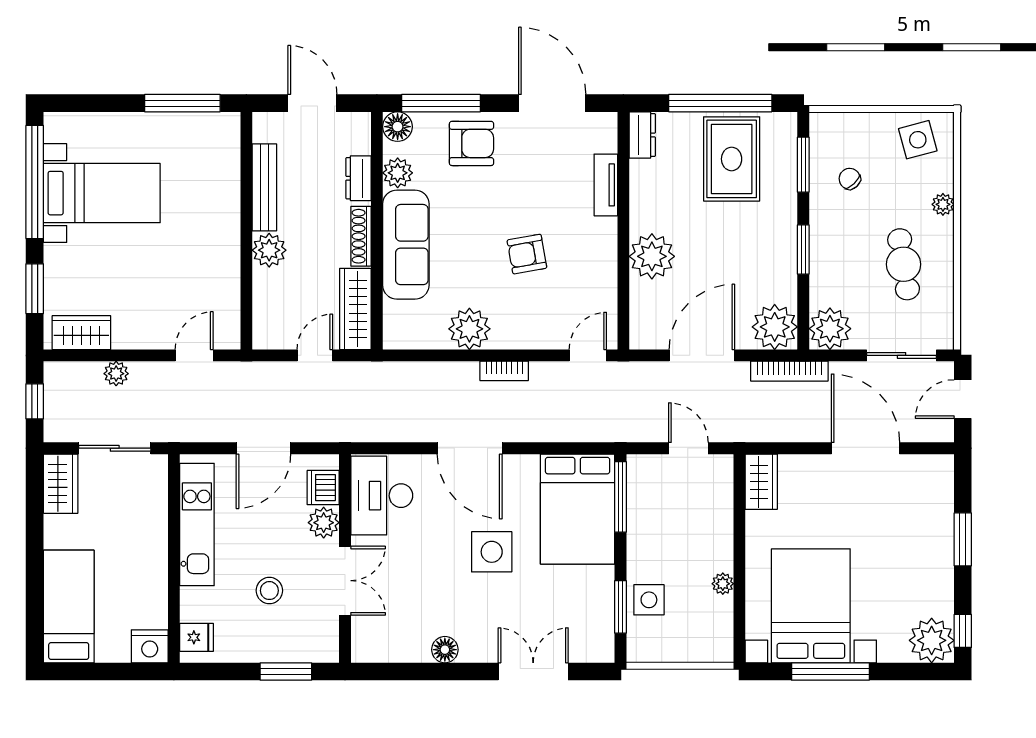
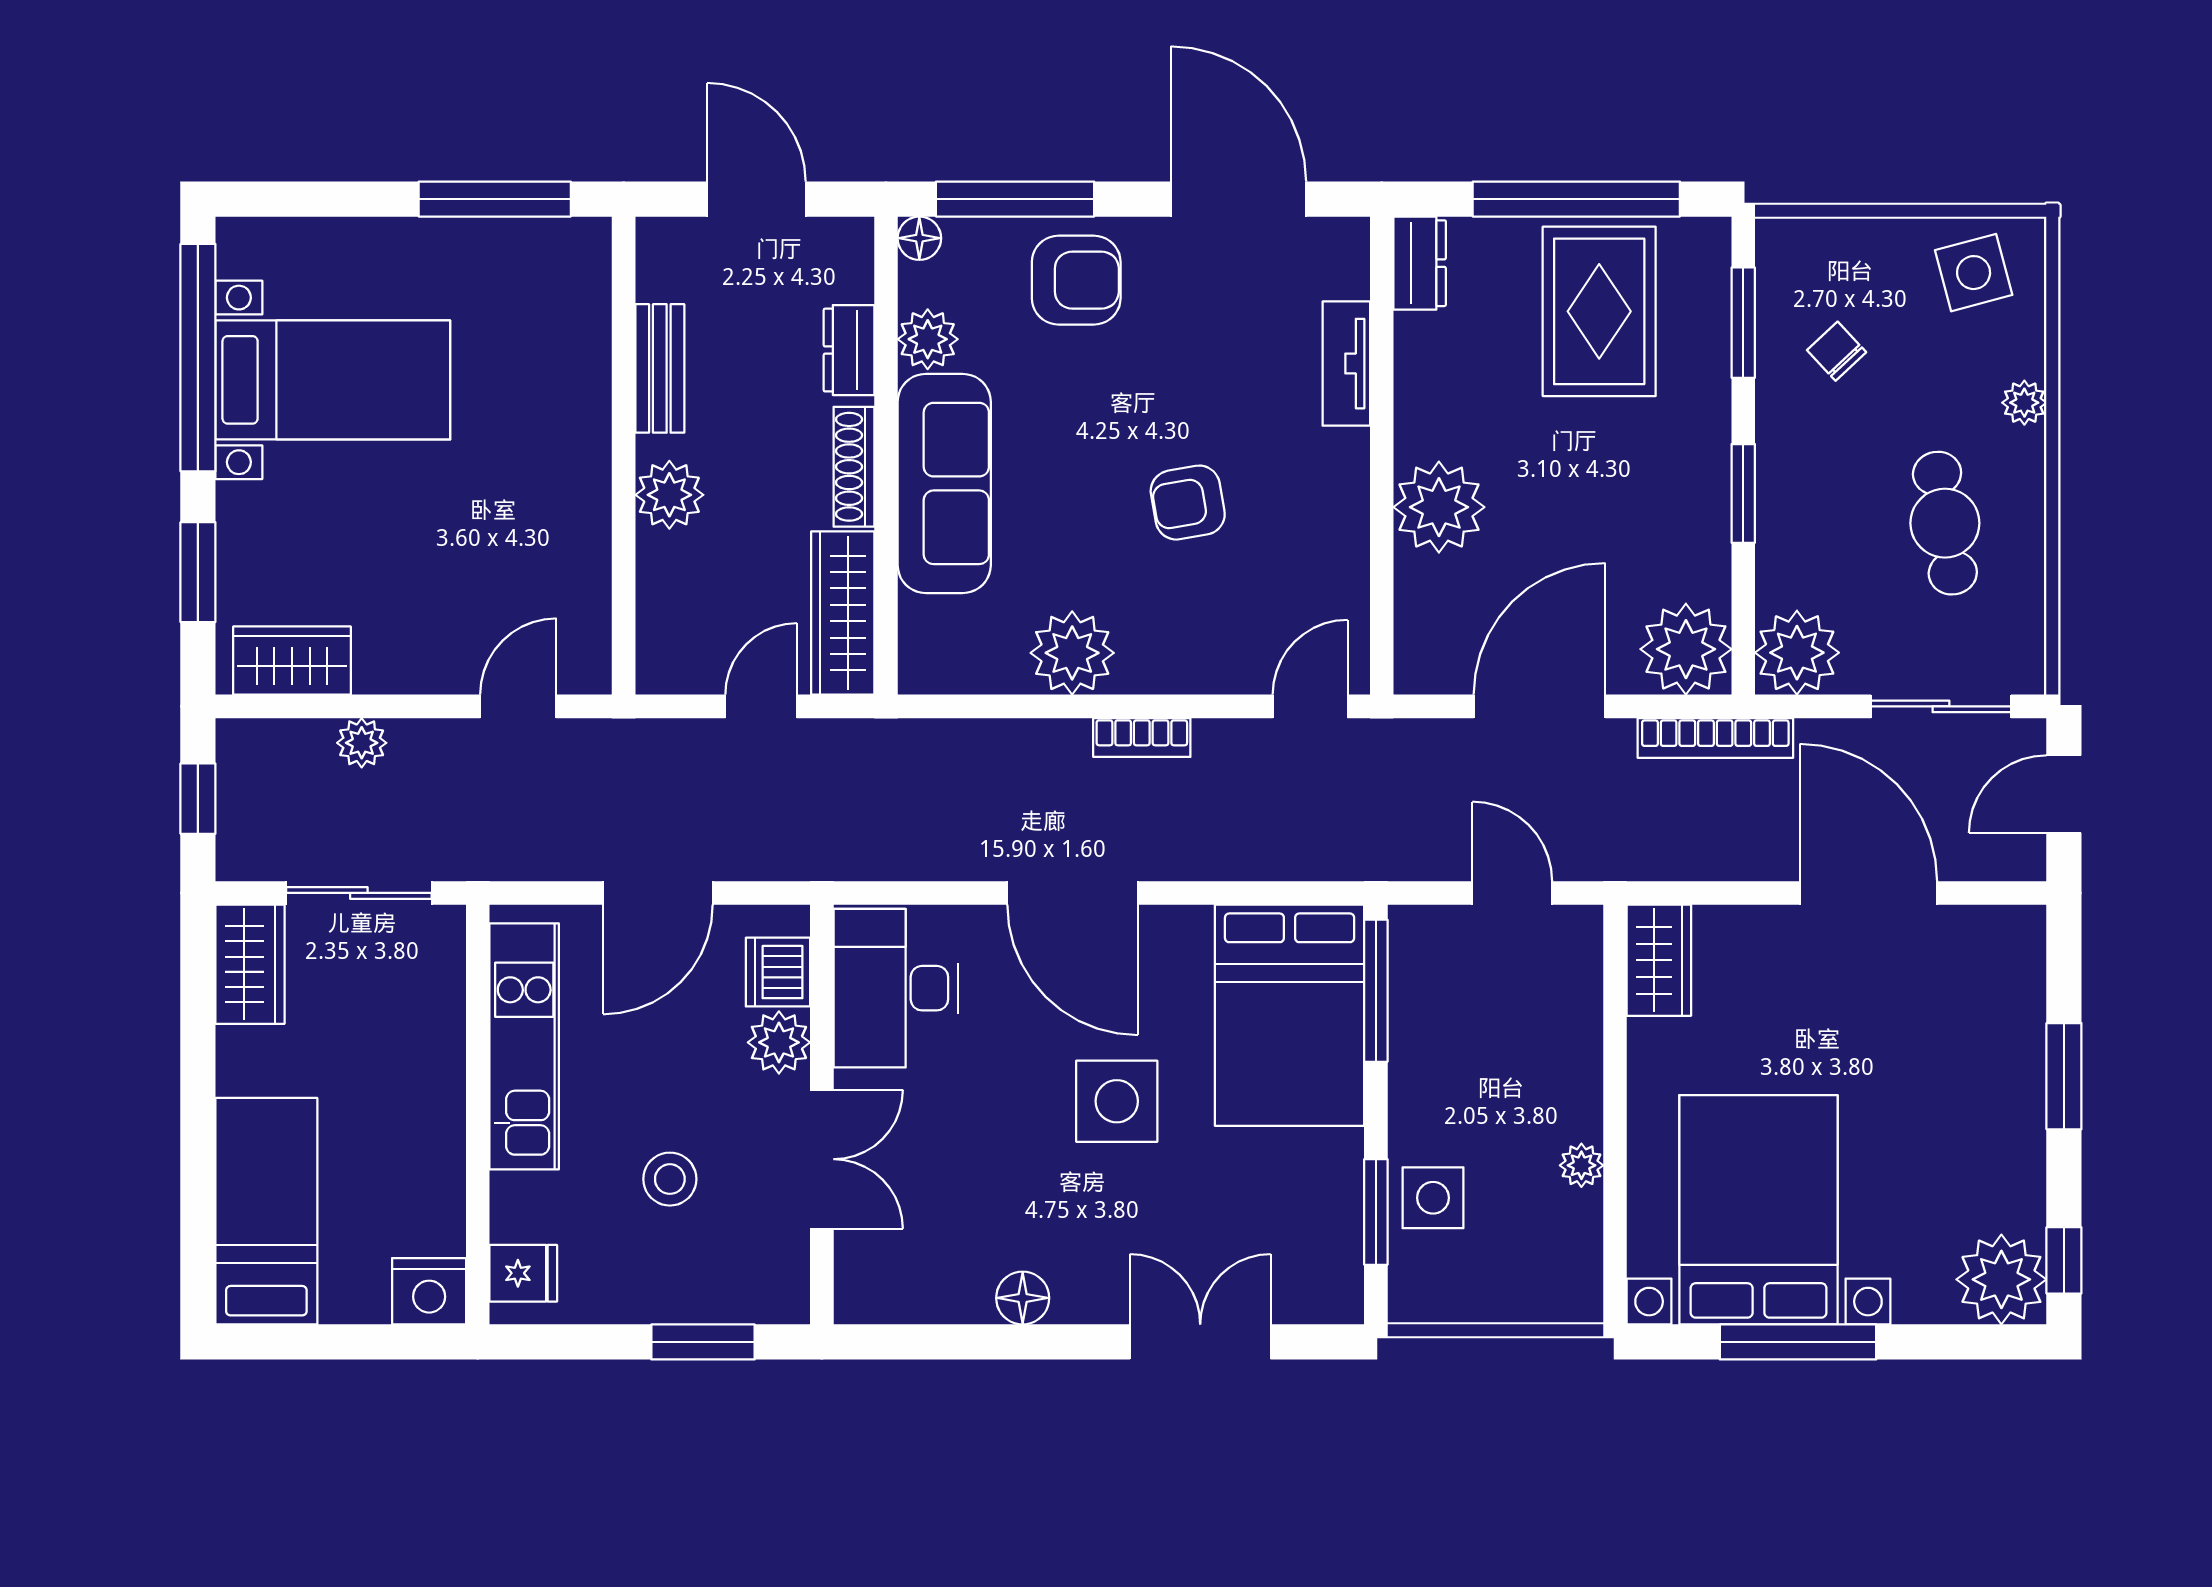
floor lamp: (398, 127) -> (919, 238), width x0.73, depth x0.73
bench: (264, 187) -> (660, 368), width x0.73

